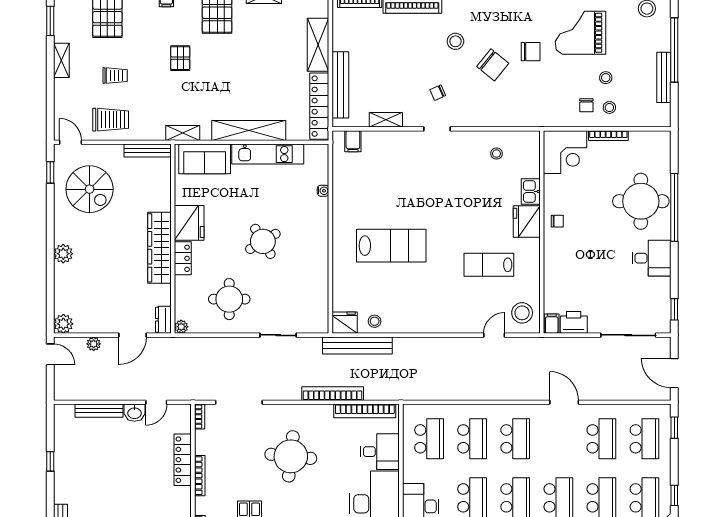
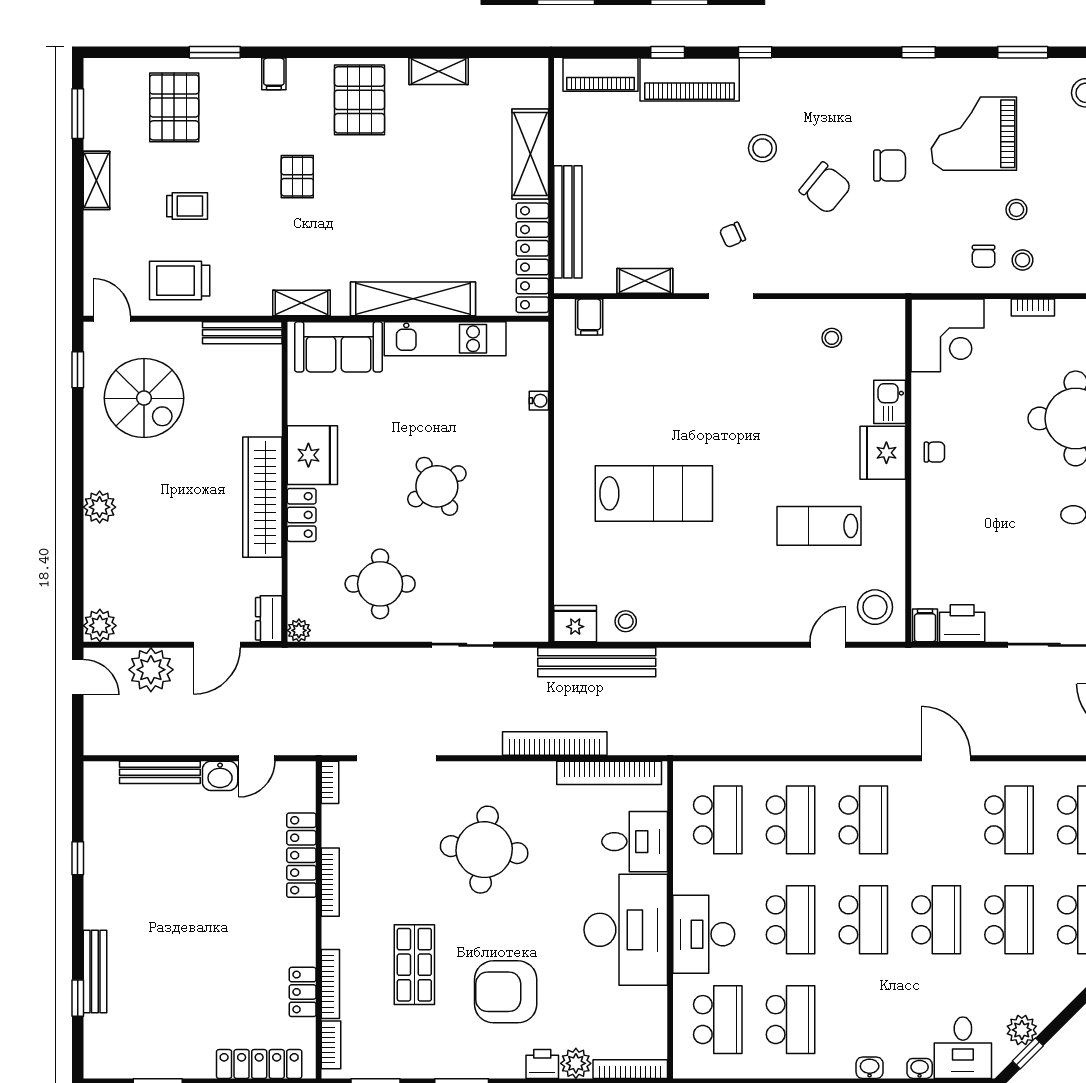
trolley: (111, 120) -> (180, 281), turned 180
bookcase: (608, 136) -> (1033, 308), width x0.64
plant: (94, 344) -> (151, 670), width x1.88, depth x1.88

